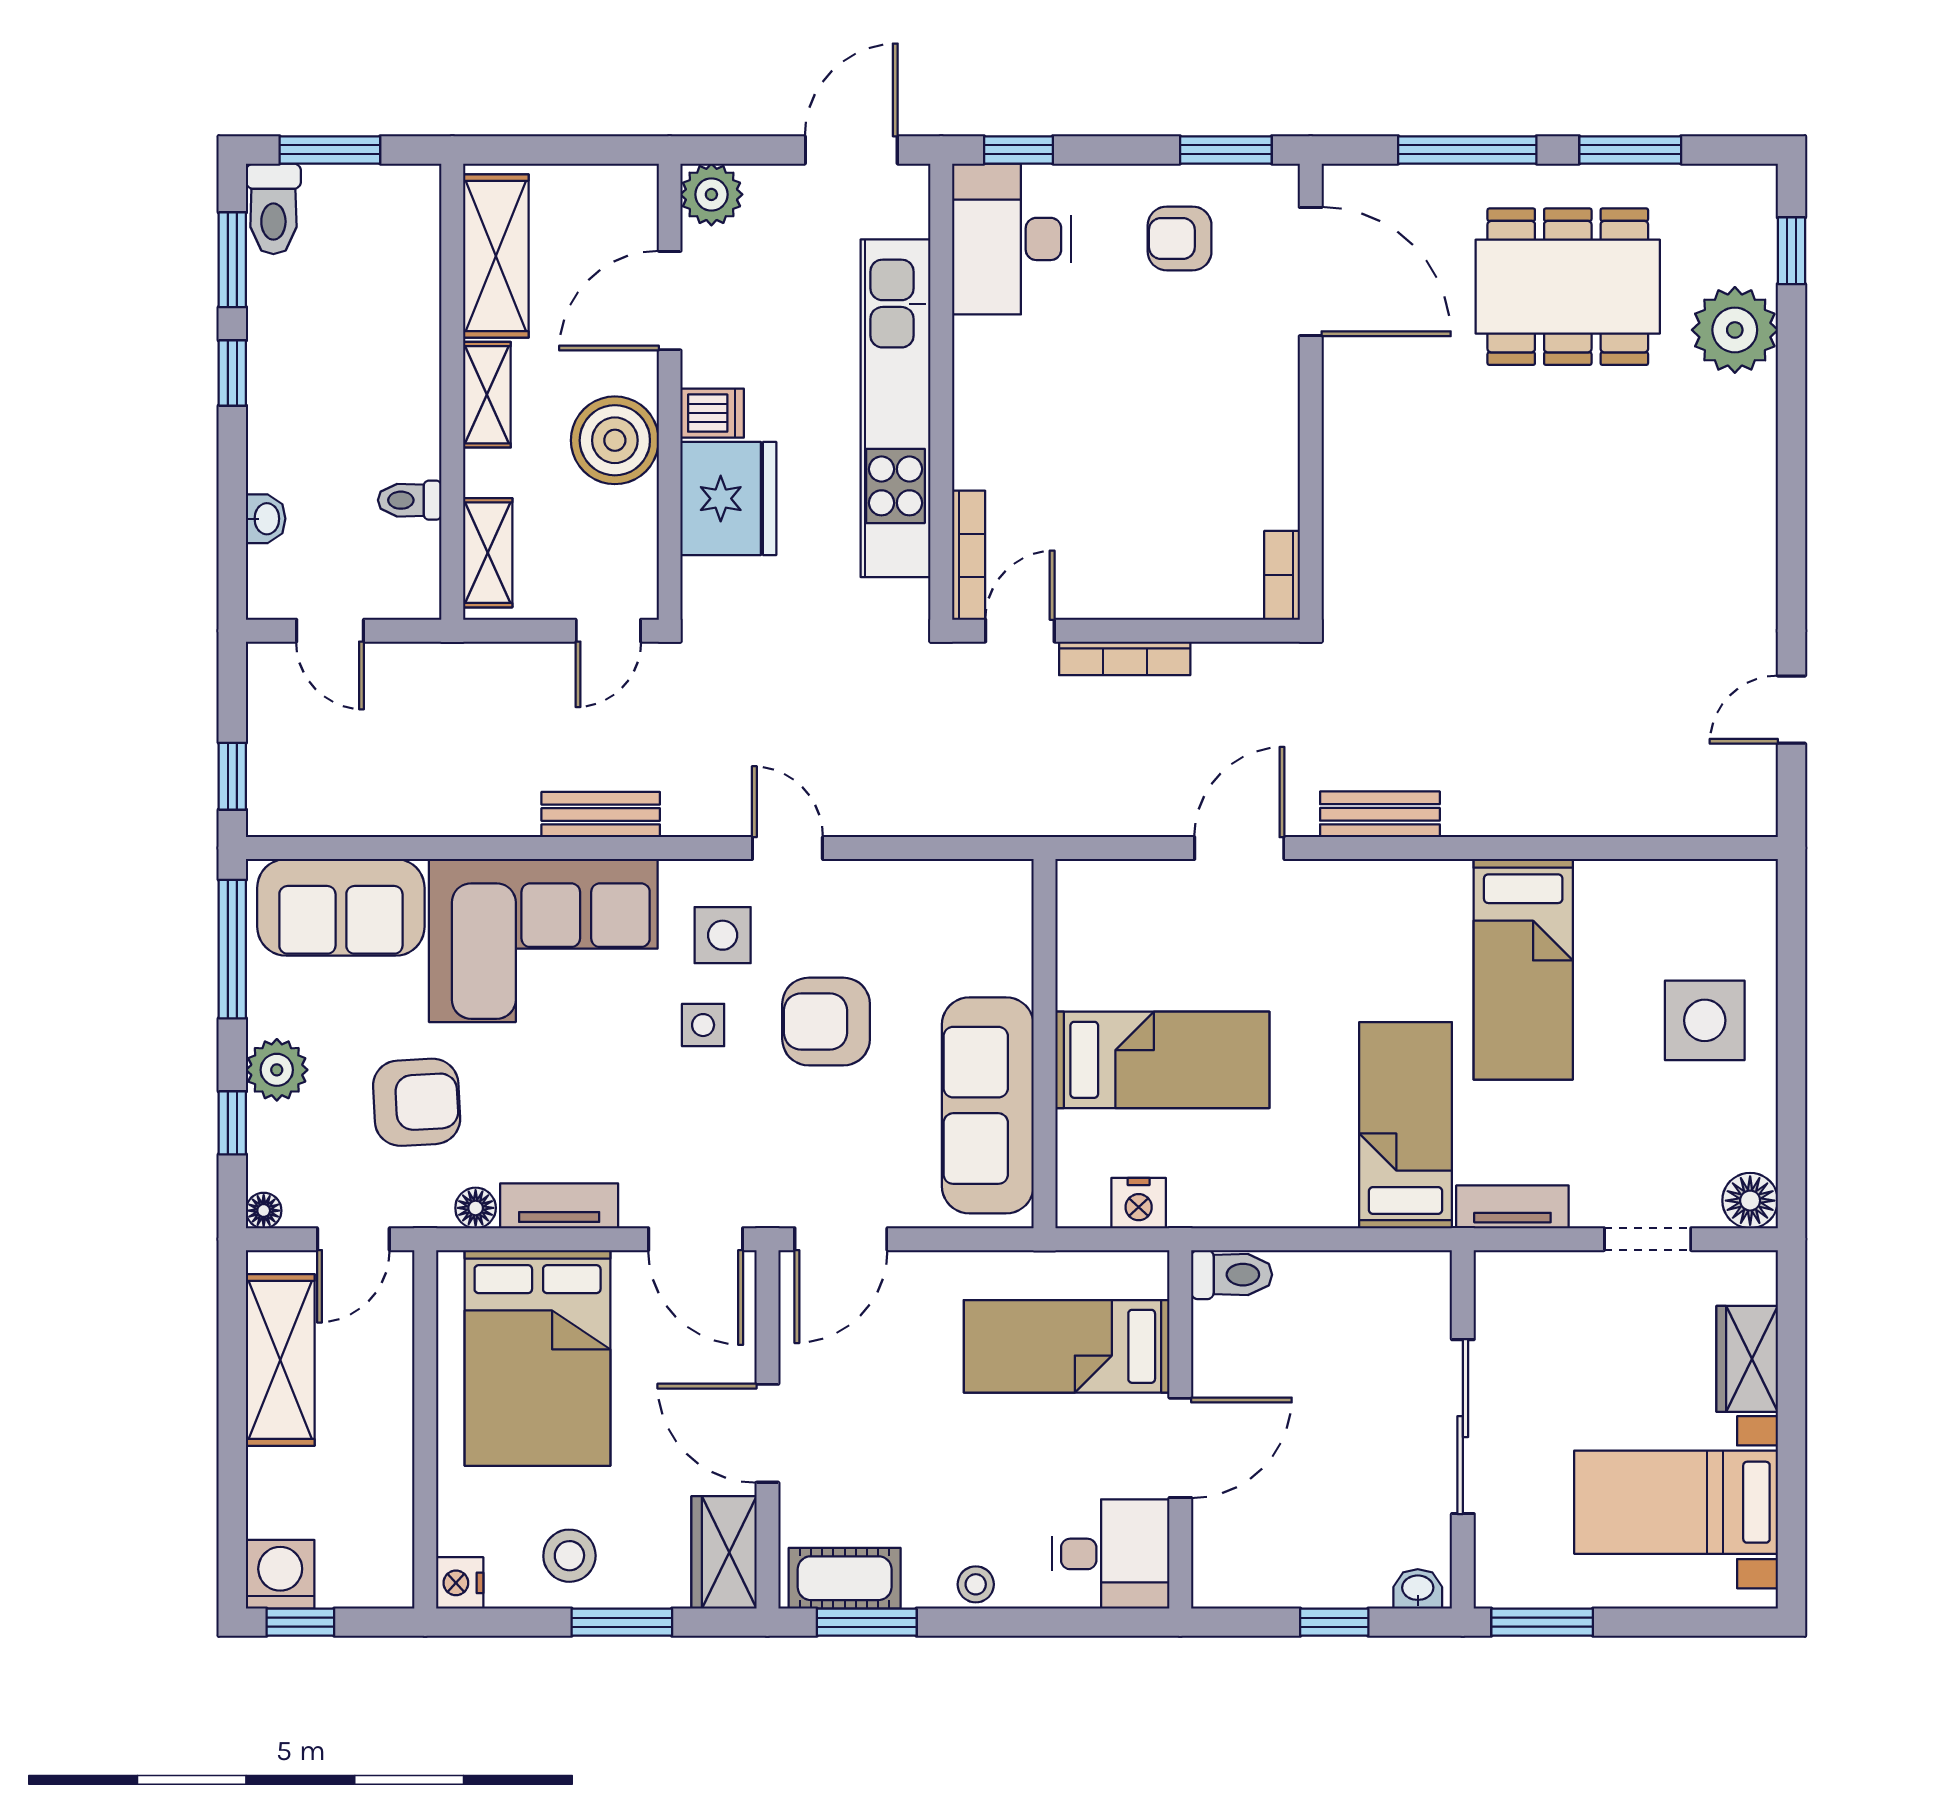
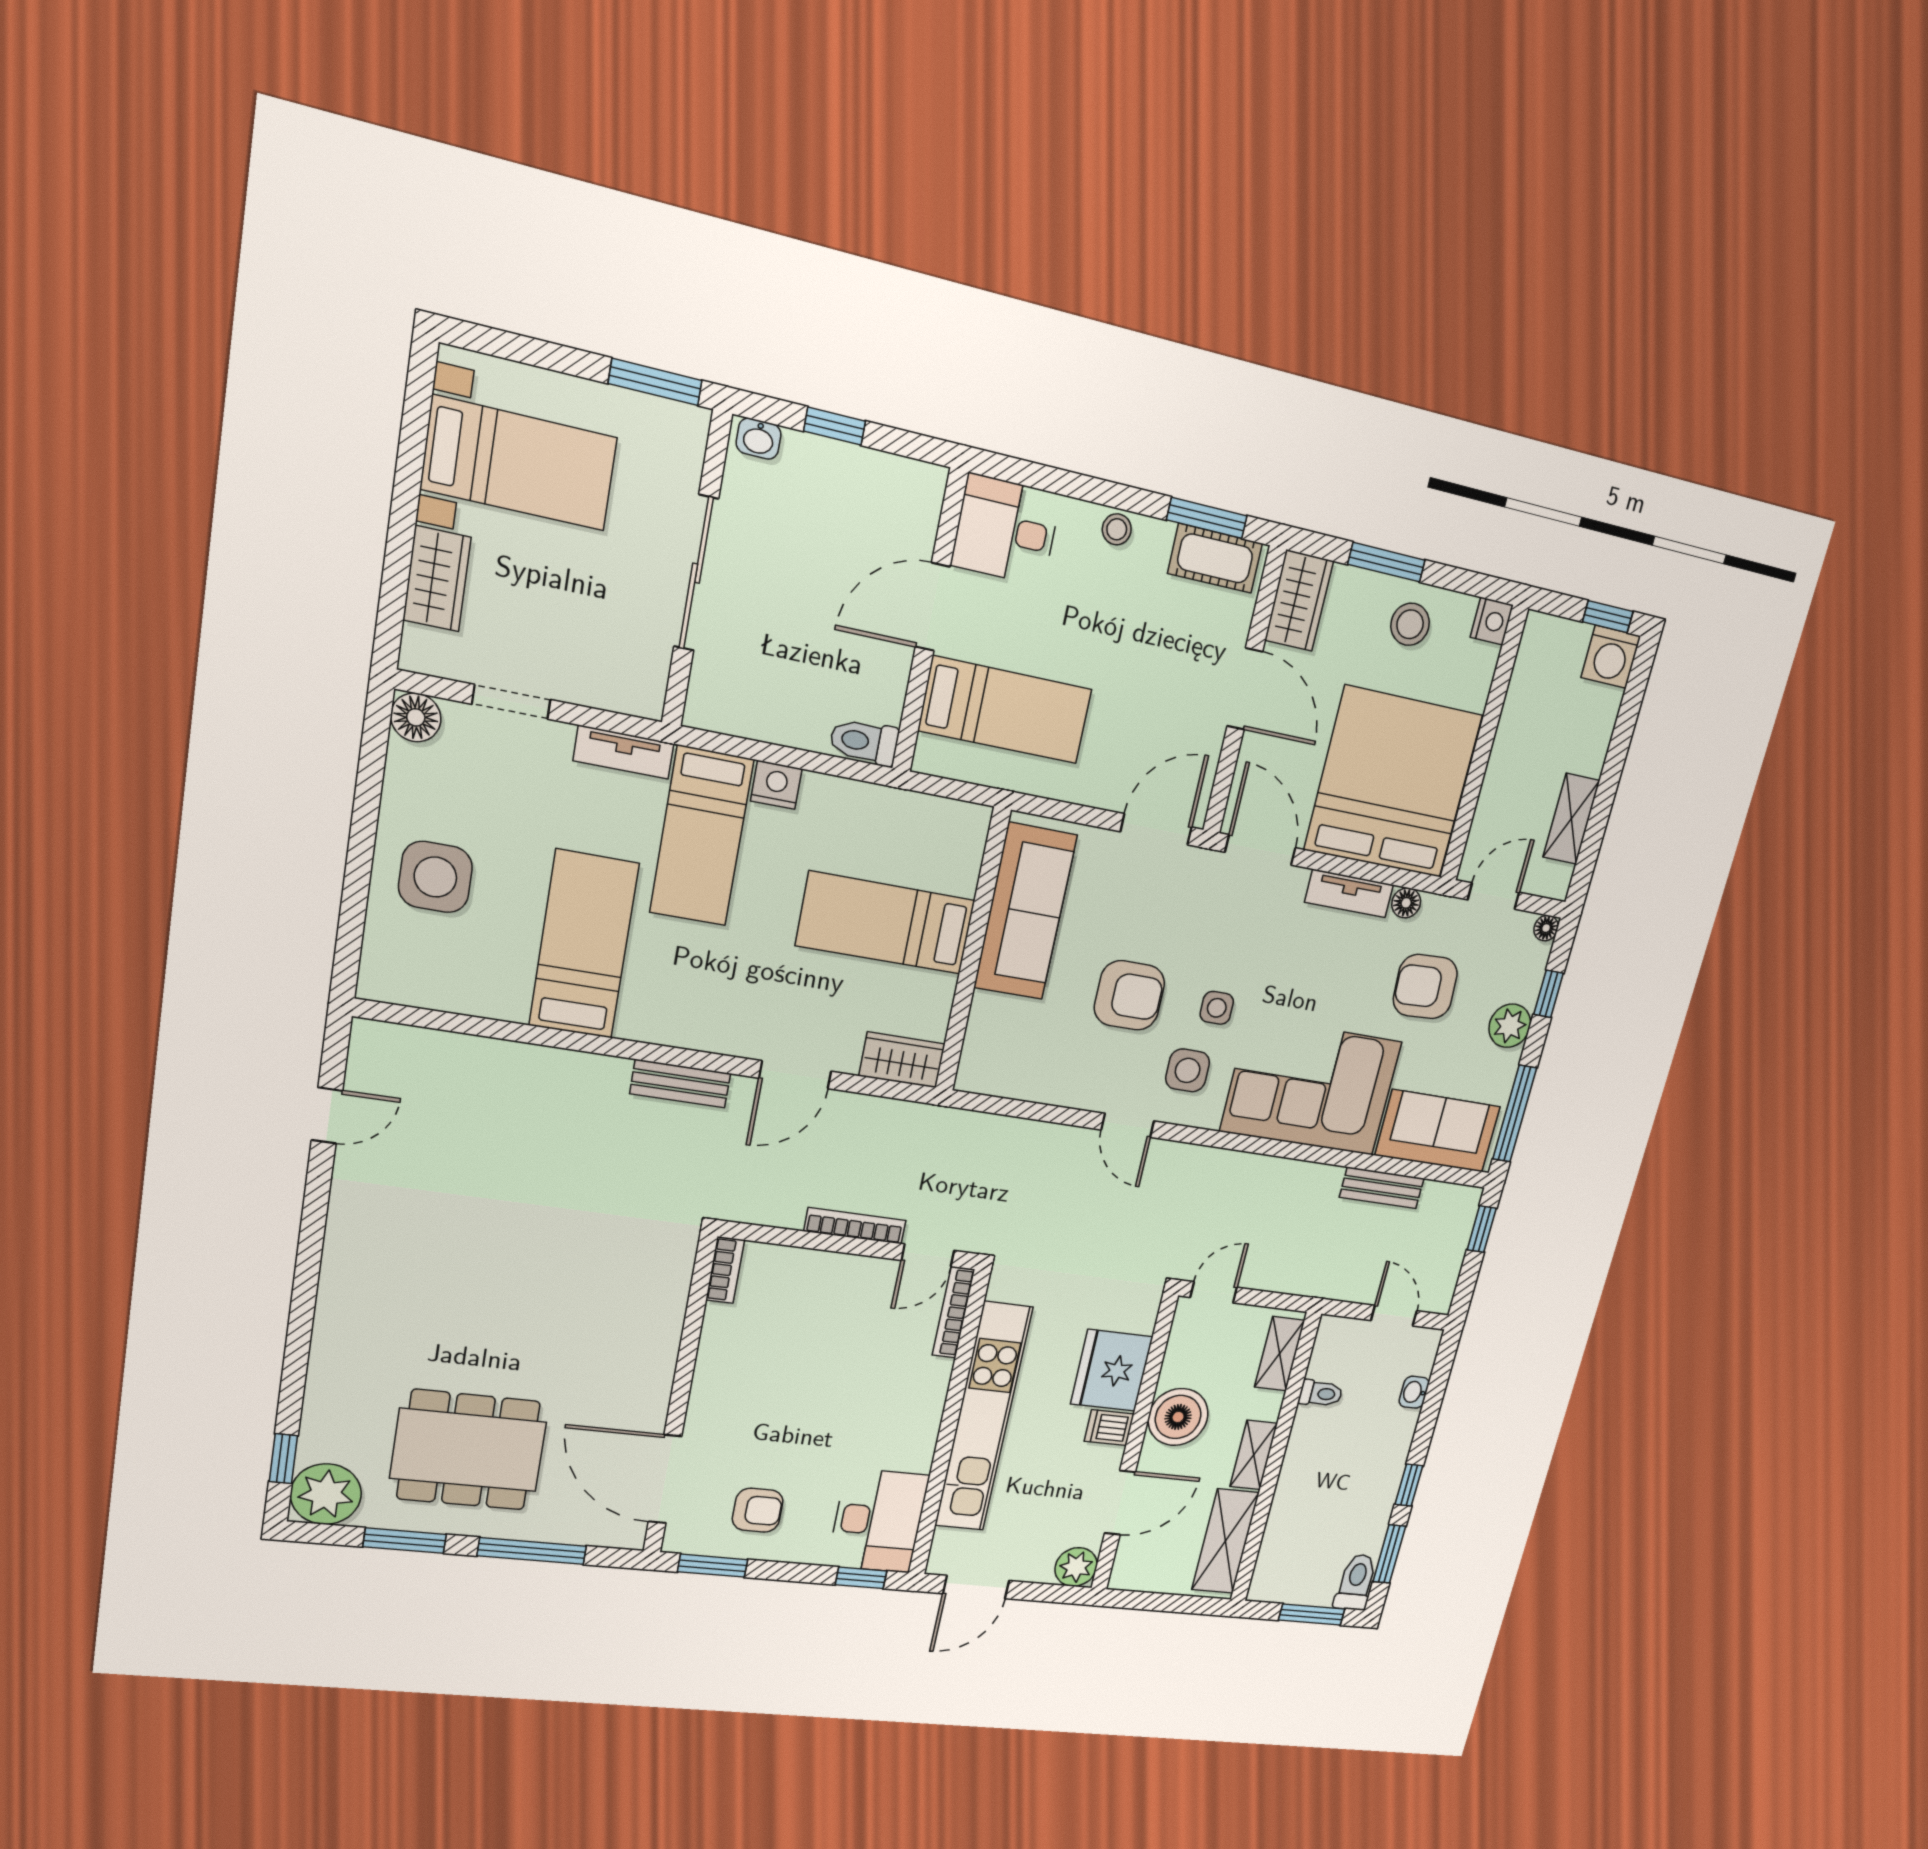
plant: (1735, 330) -> (326, 1494), moved
bench: (601, 815) -> (1382, 1188), moved
wardrobe: (1107, 889) -> (902, 1060), added
nightstand: (1139, 1203) -> (776, 785), moved
bed: (538, 1358) -> (1393, 783), width x1.36
shelving: (280, 1360) -> (1571, 819), width x0.67, depth x0.75

